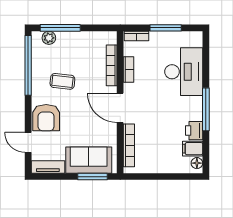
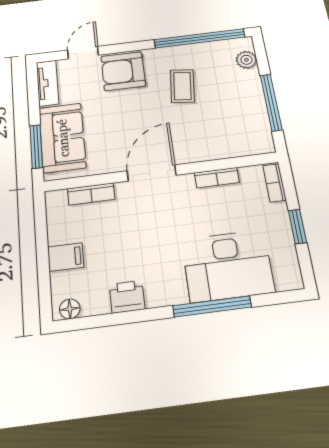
window: (60, 28) -> (271, 102), moved
window: (166, 28) -> (297, 226), width x0.67
bookcase: (112, 65) -> (219, 152), removed
window: (206, 109) -> (212, 306), moved
bookcase: (129, 145) -> (91, 194), width x0.64
filing cabinet: (193, 149) -> (66, 257), moved, turned 90

